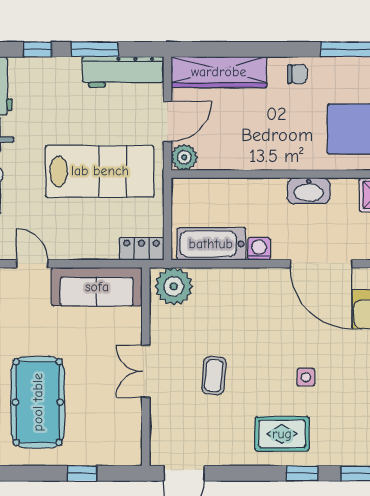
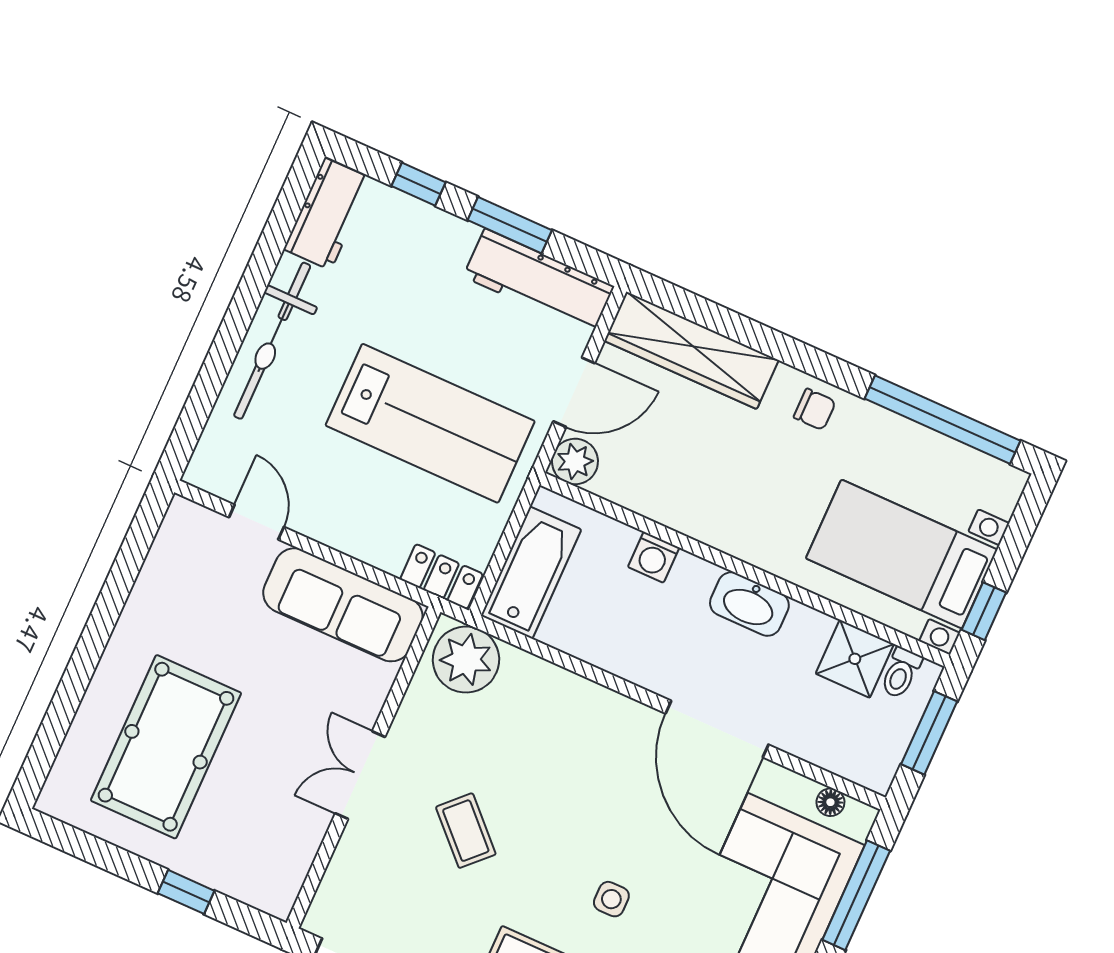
bathtub: (211, 244) -> (531, 573), moved, turned 90
washing machine: (259, 249) -> (654, 557), moved, turned 180
coffee table: (214, 376) -> (466, 831), turned -50

